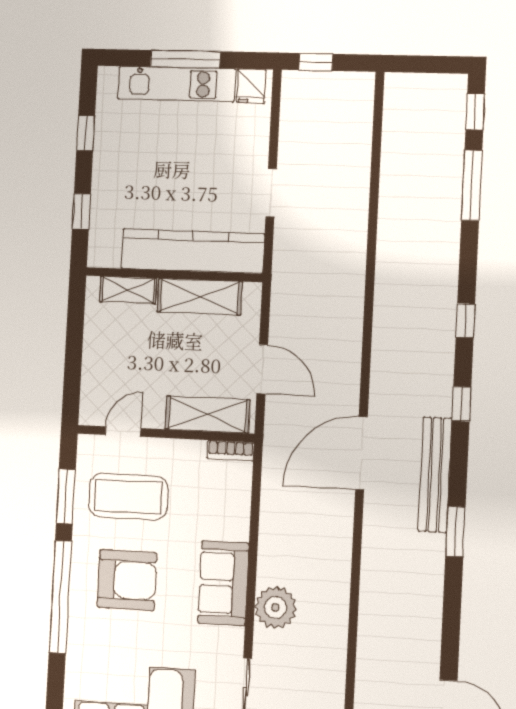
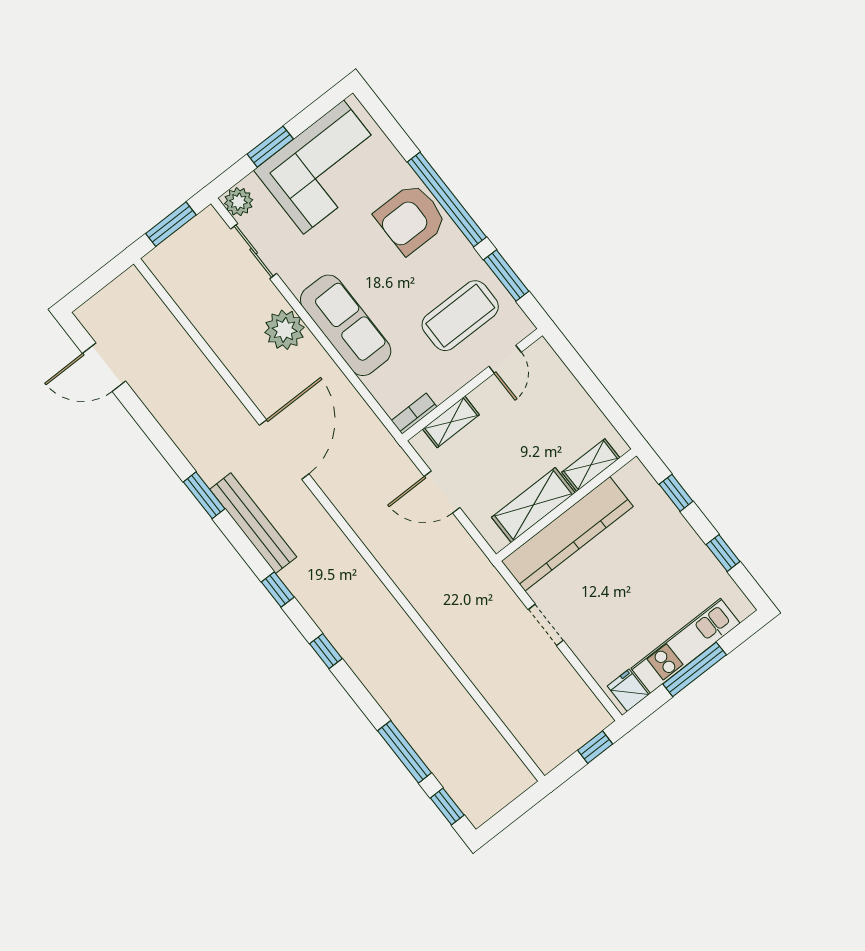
shelving: (208, 415) -> (451, 422), width x0.67, depth x0.75
door: (361, 453) -> (284, 449), moved
armchair: (127, 580) -> (411, 219), moved
sofa: (223, 583) -> (346, 325), width x1.36

